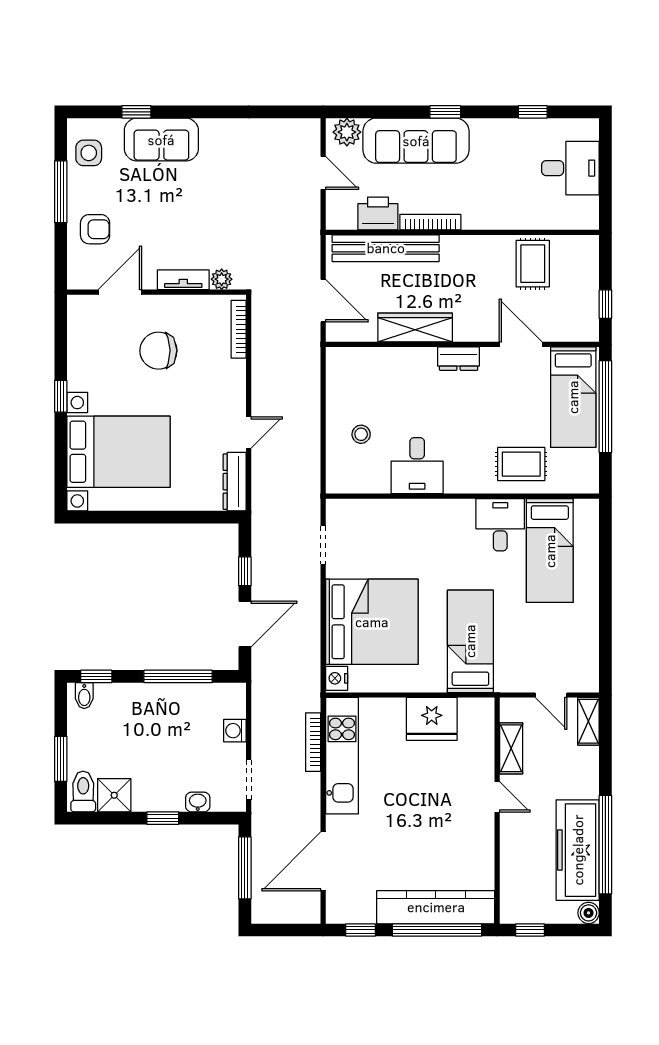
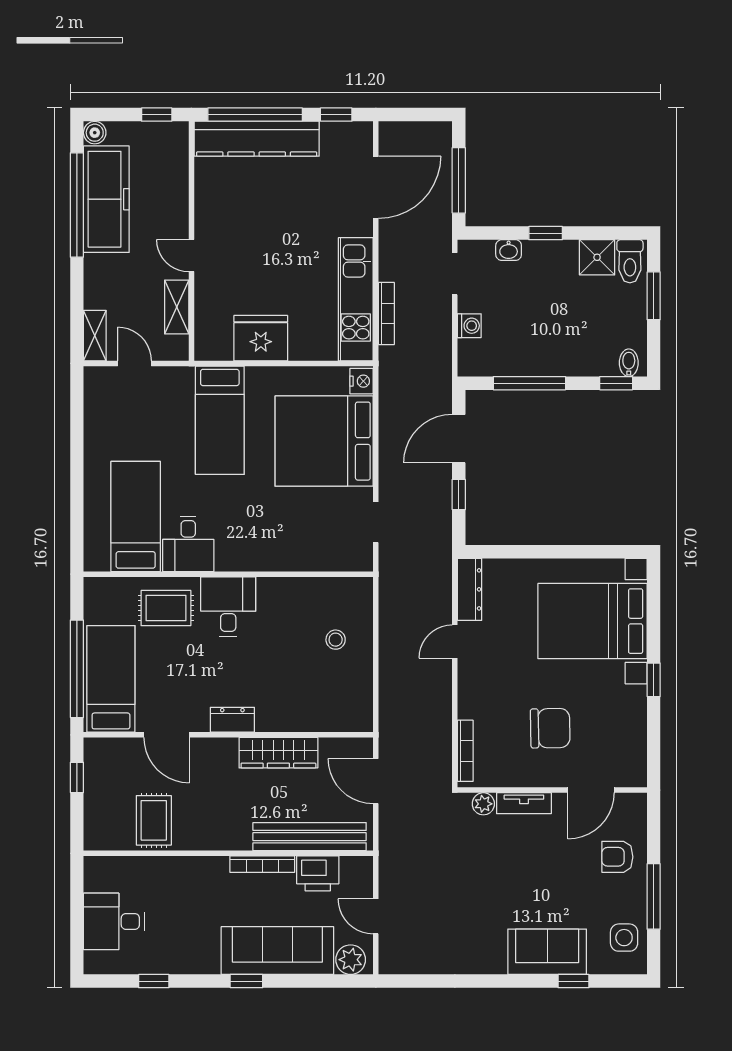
desk: (417, 466) -> (228, 606), moved

